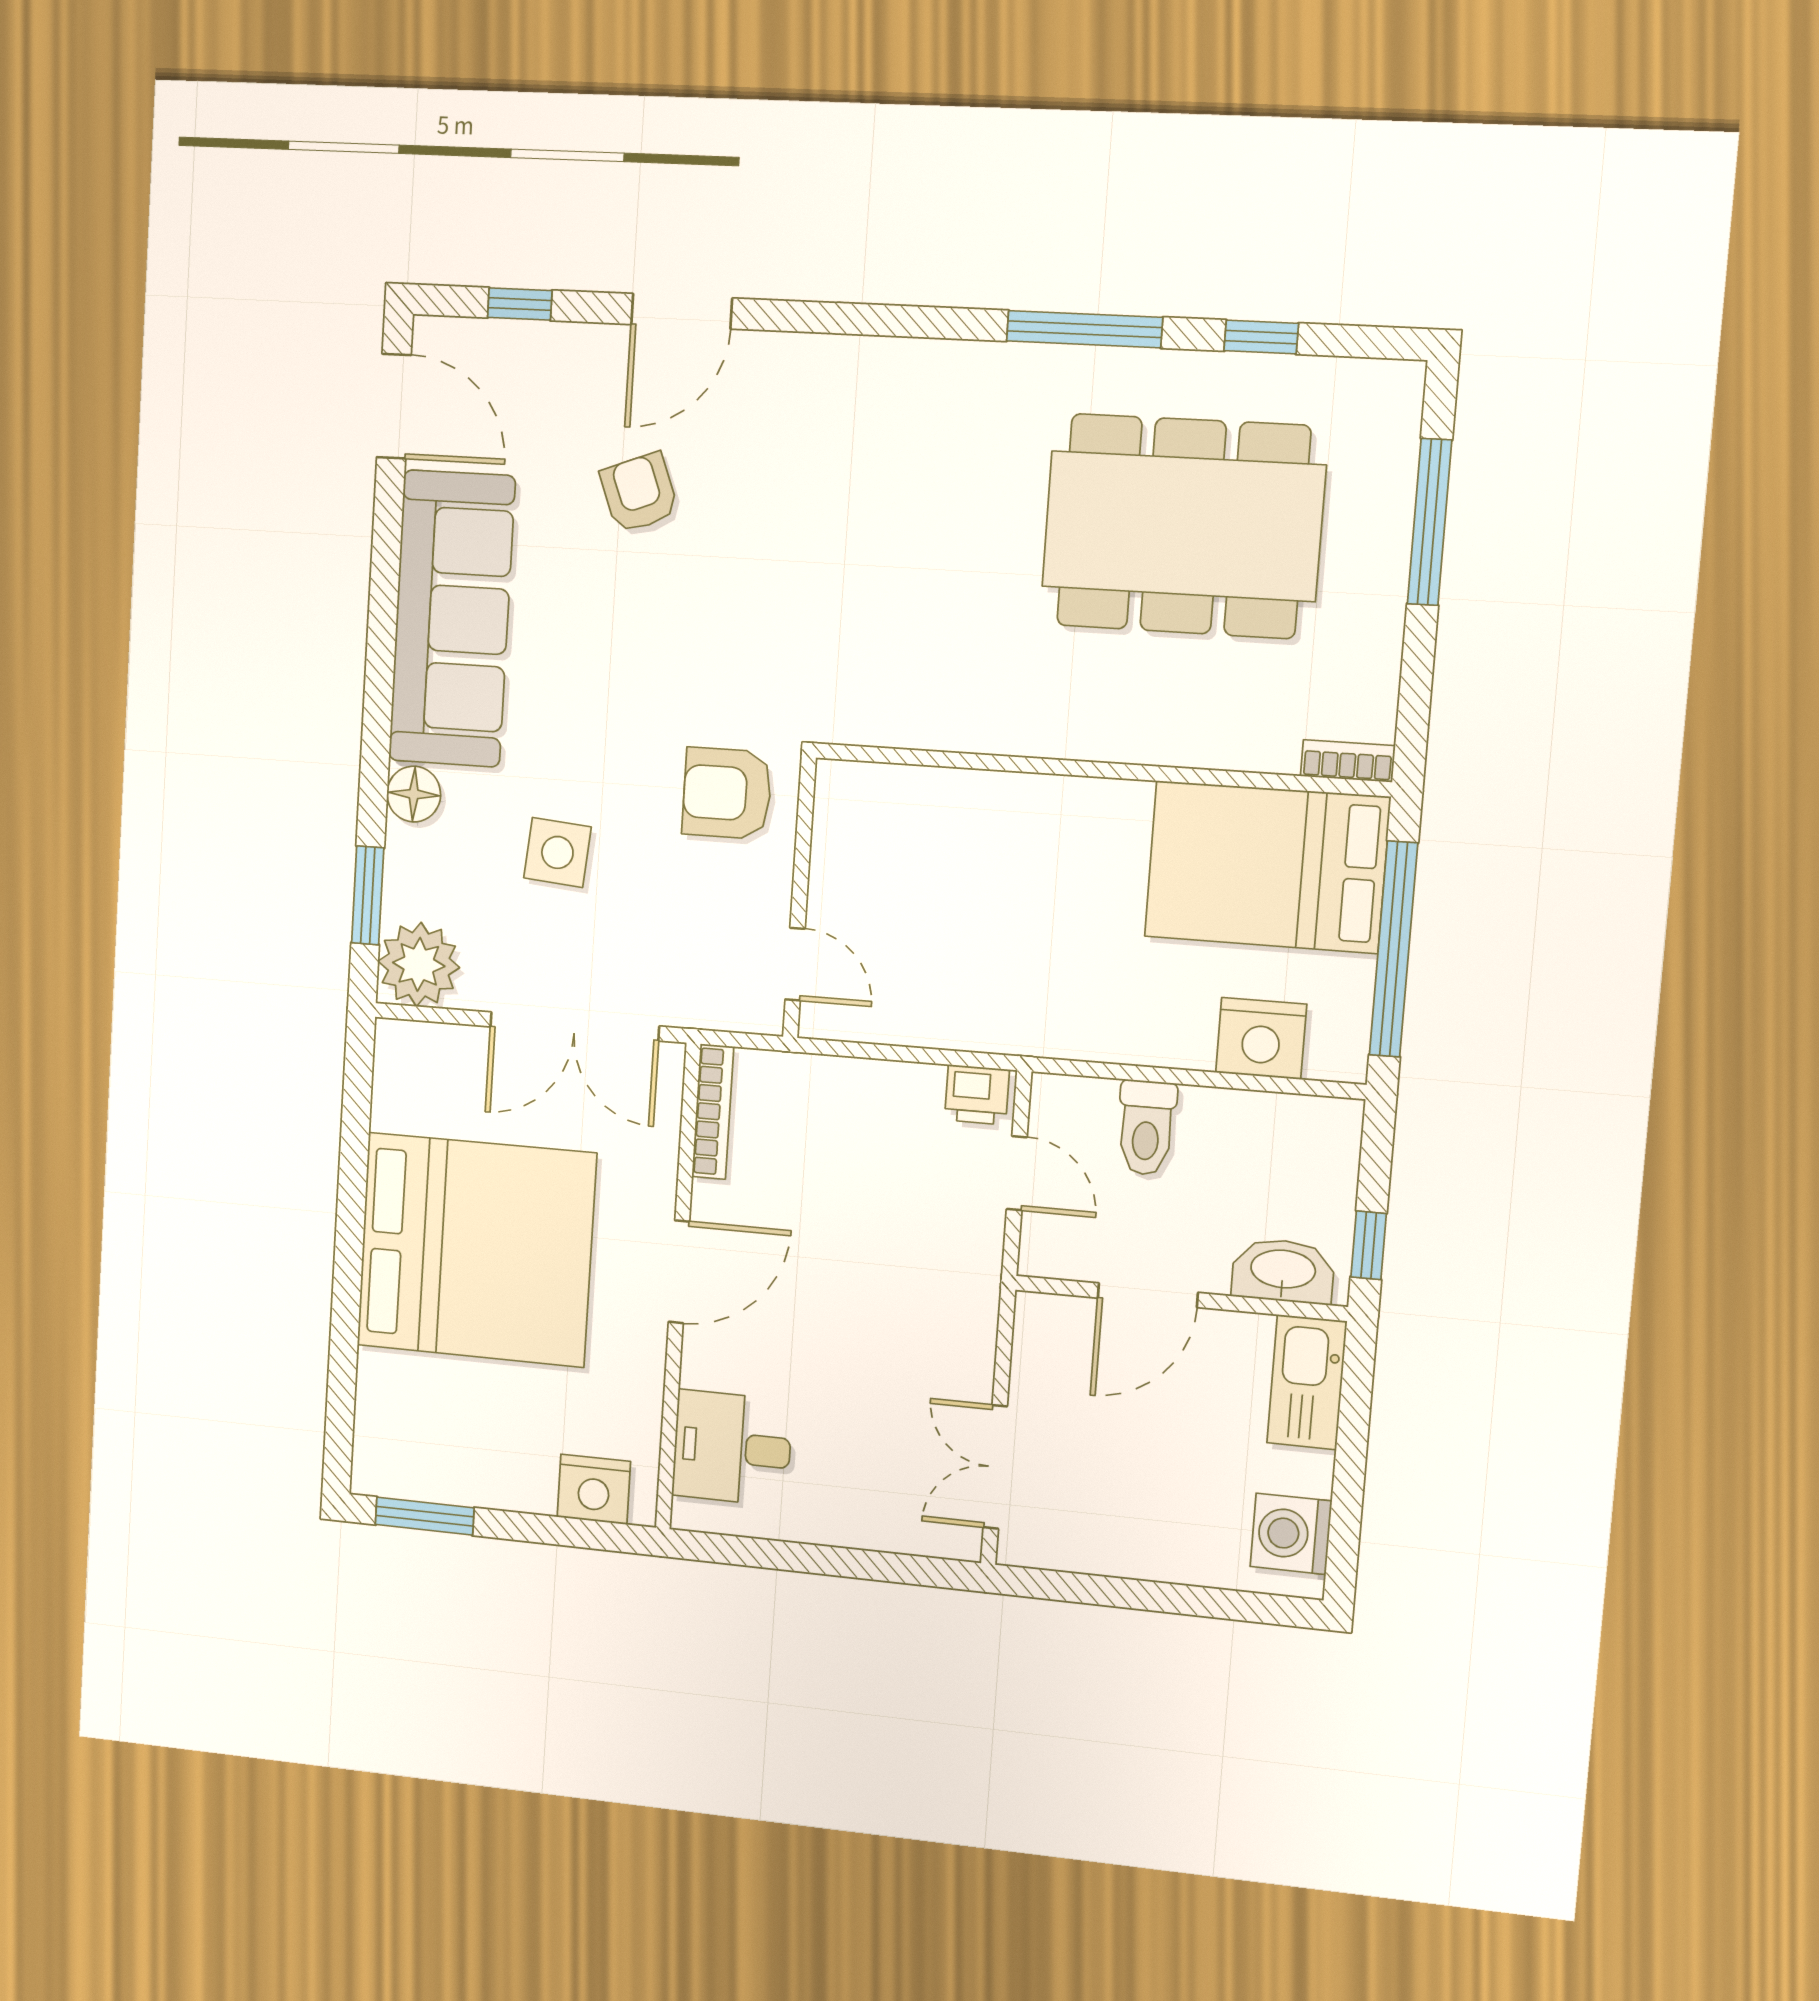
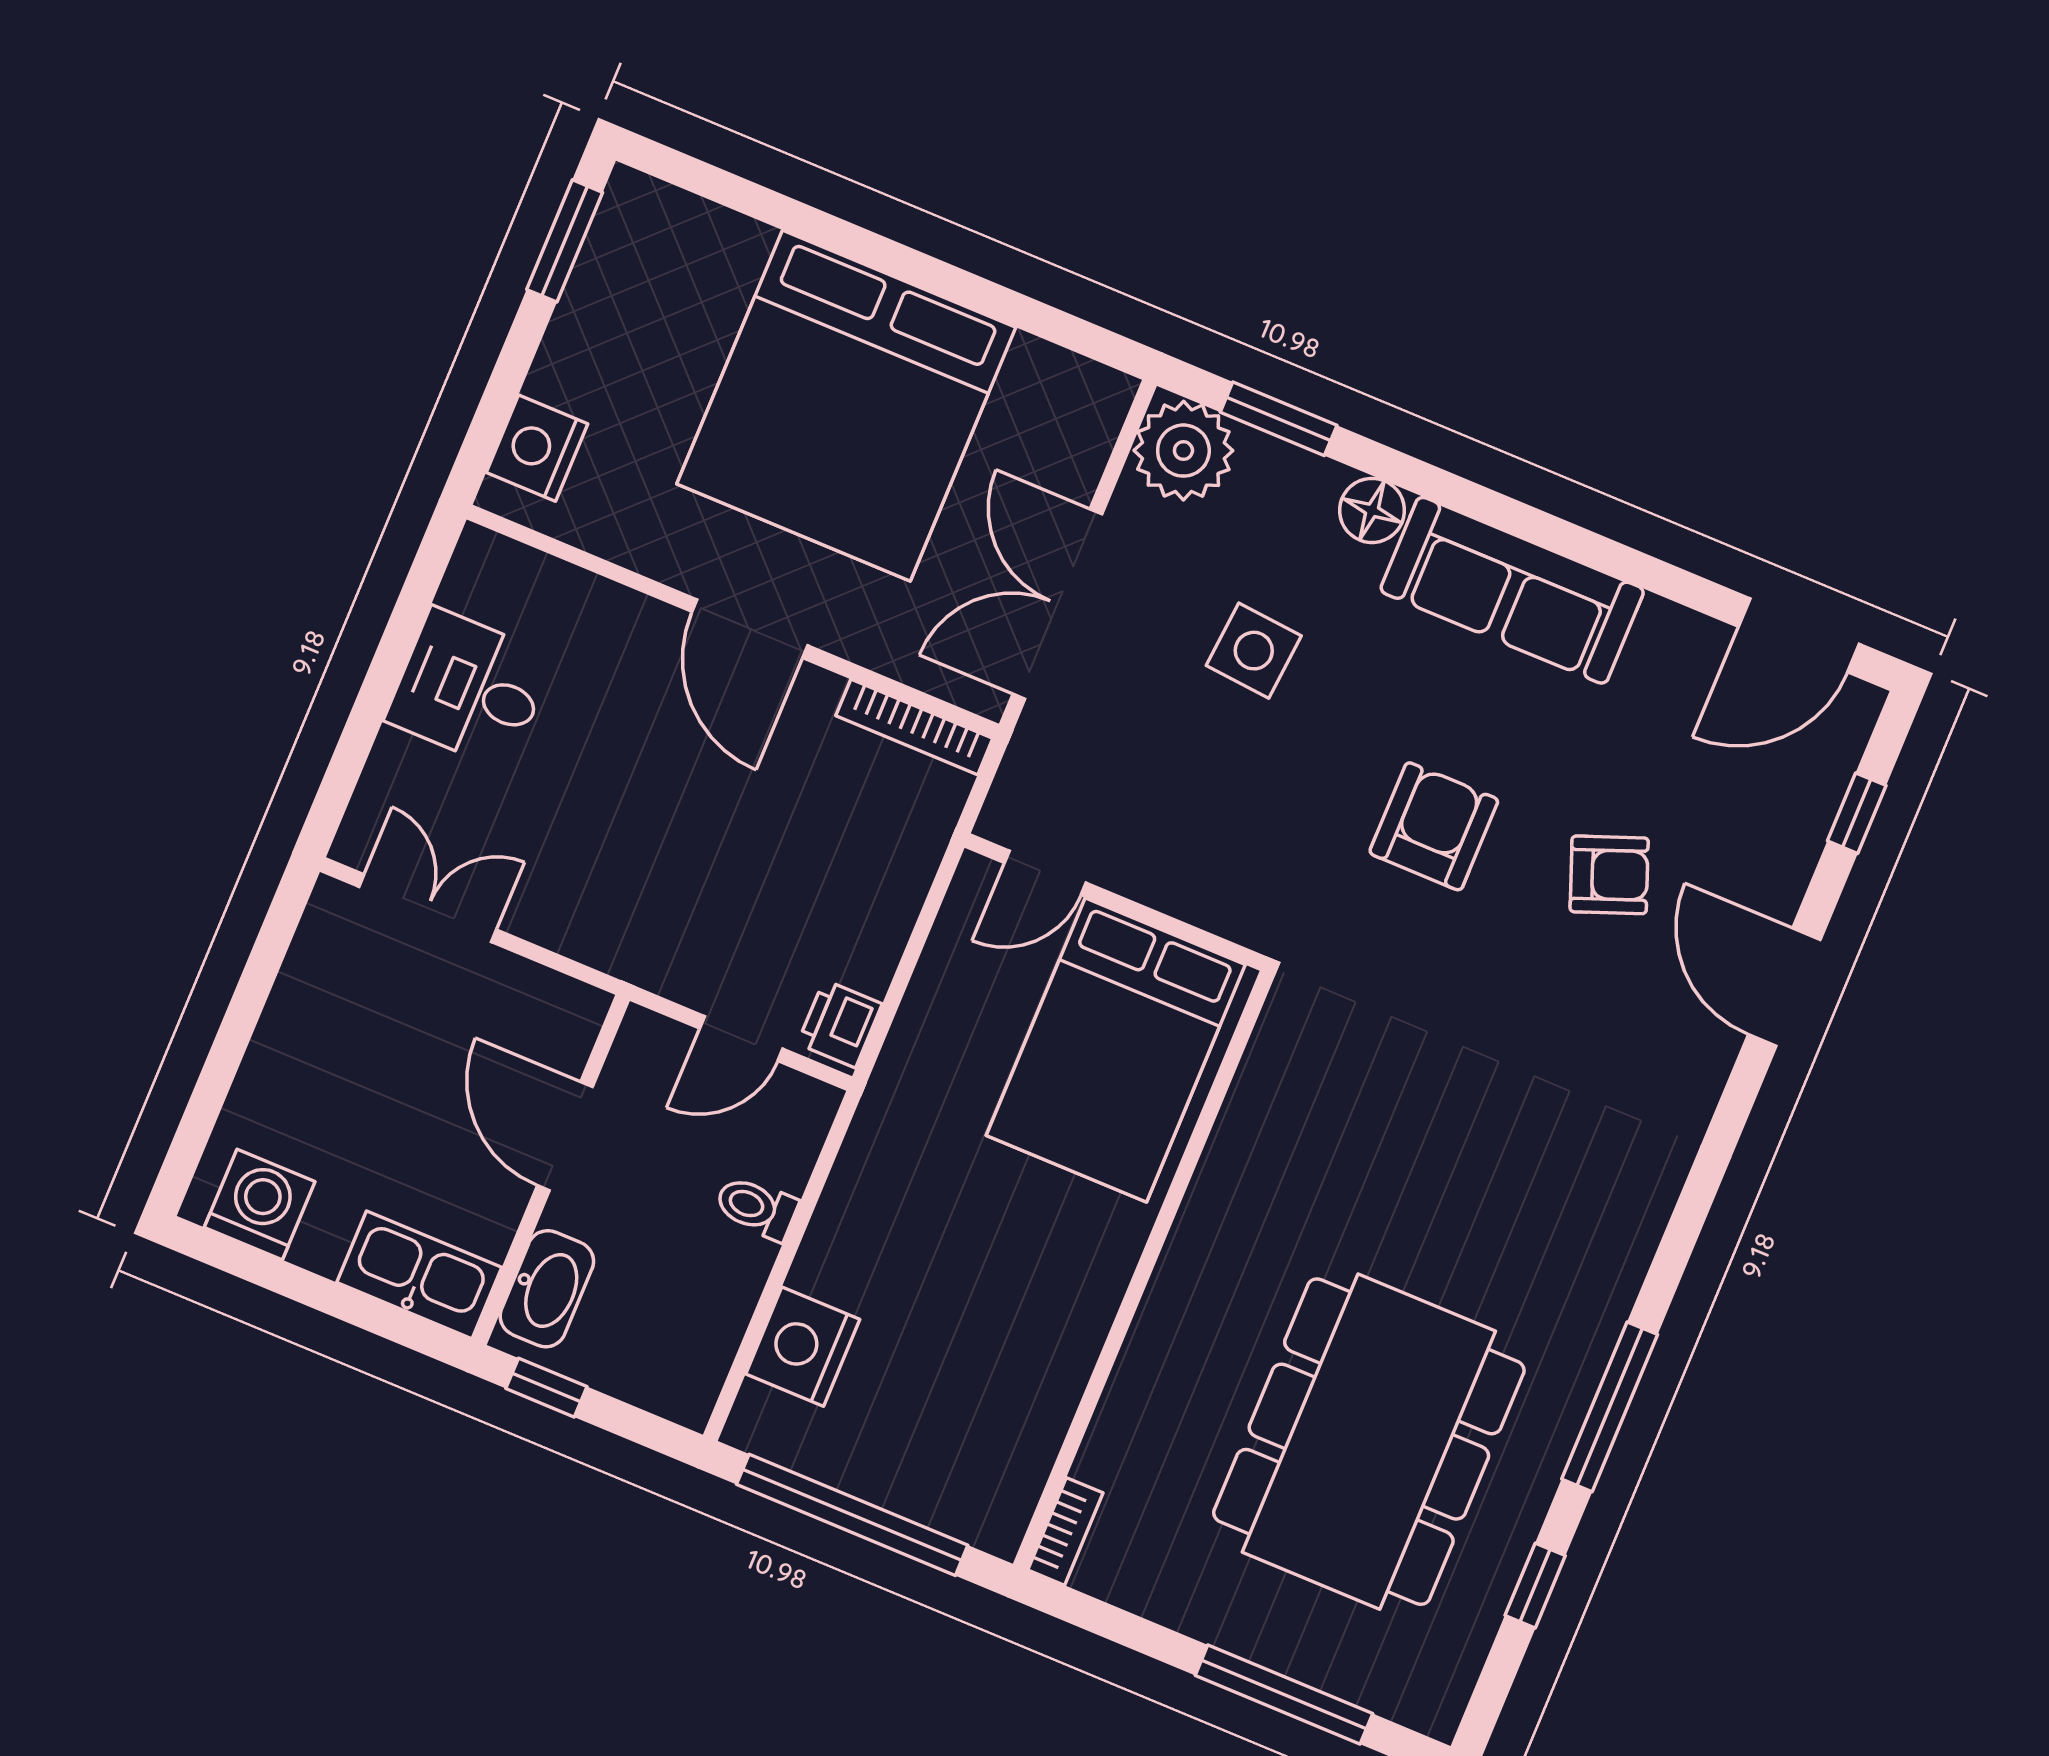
sofa: (452, 619) -> (1512, 590), width x0.74, depth x0.79
armchair: (727, 793) -> (1434, 826), moved
bed: (1267, 867) -> (1116, 1050), moved, turned 180
toilet: (1146, 1128) -> (756, 1208), width x0.73, depth x0.72
desk: (732, 1448) -> (470, 689), moved, turned -90

